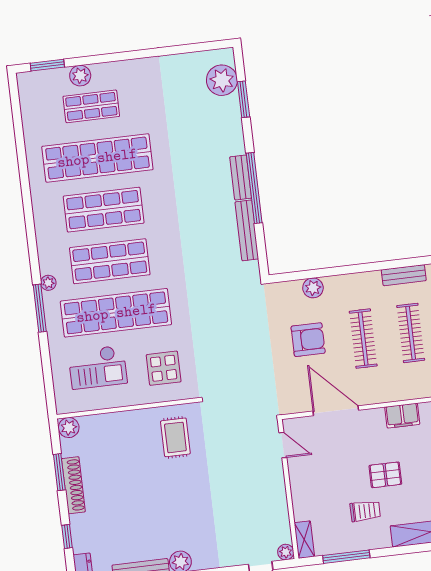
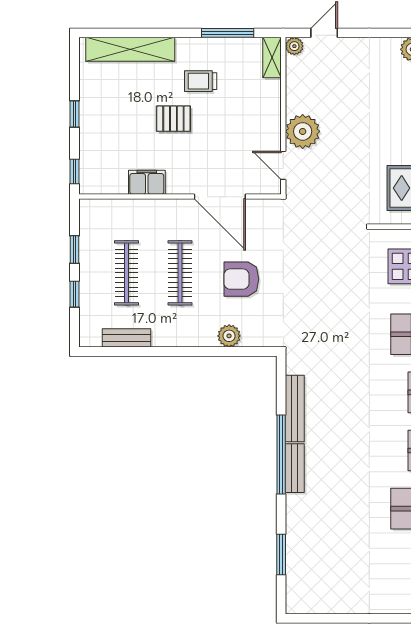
plant: (222, 80) -> (303, 131), moved

